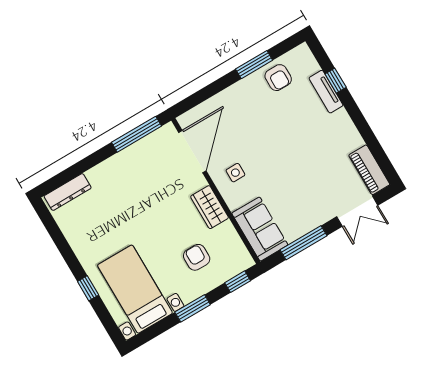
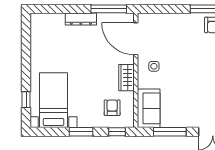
door: (192, 152) -> (136, 39), swing flipped
dresser: (68, 192) -> (81, 19), moved
armchair: (197, 257) -> (112, 108), moved
window: (88, 288) -> (26, 100), moved

